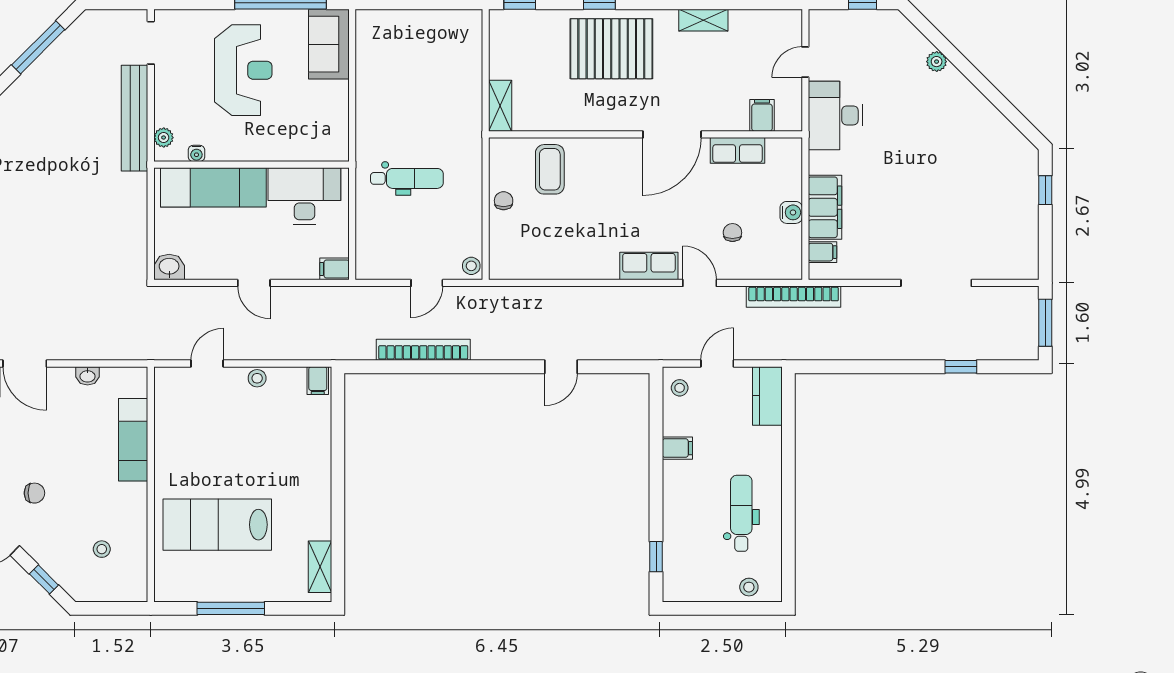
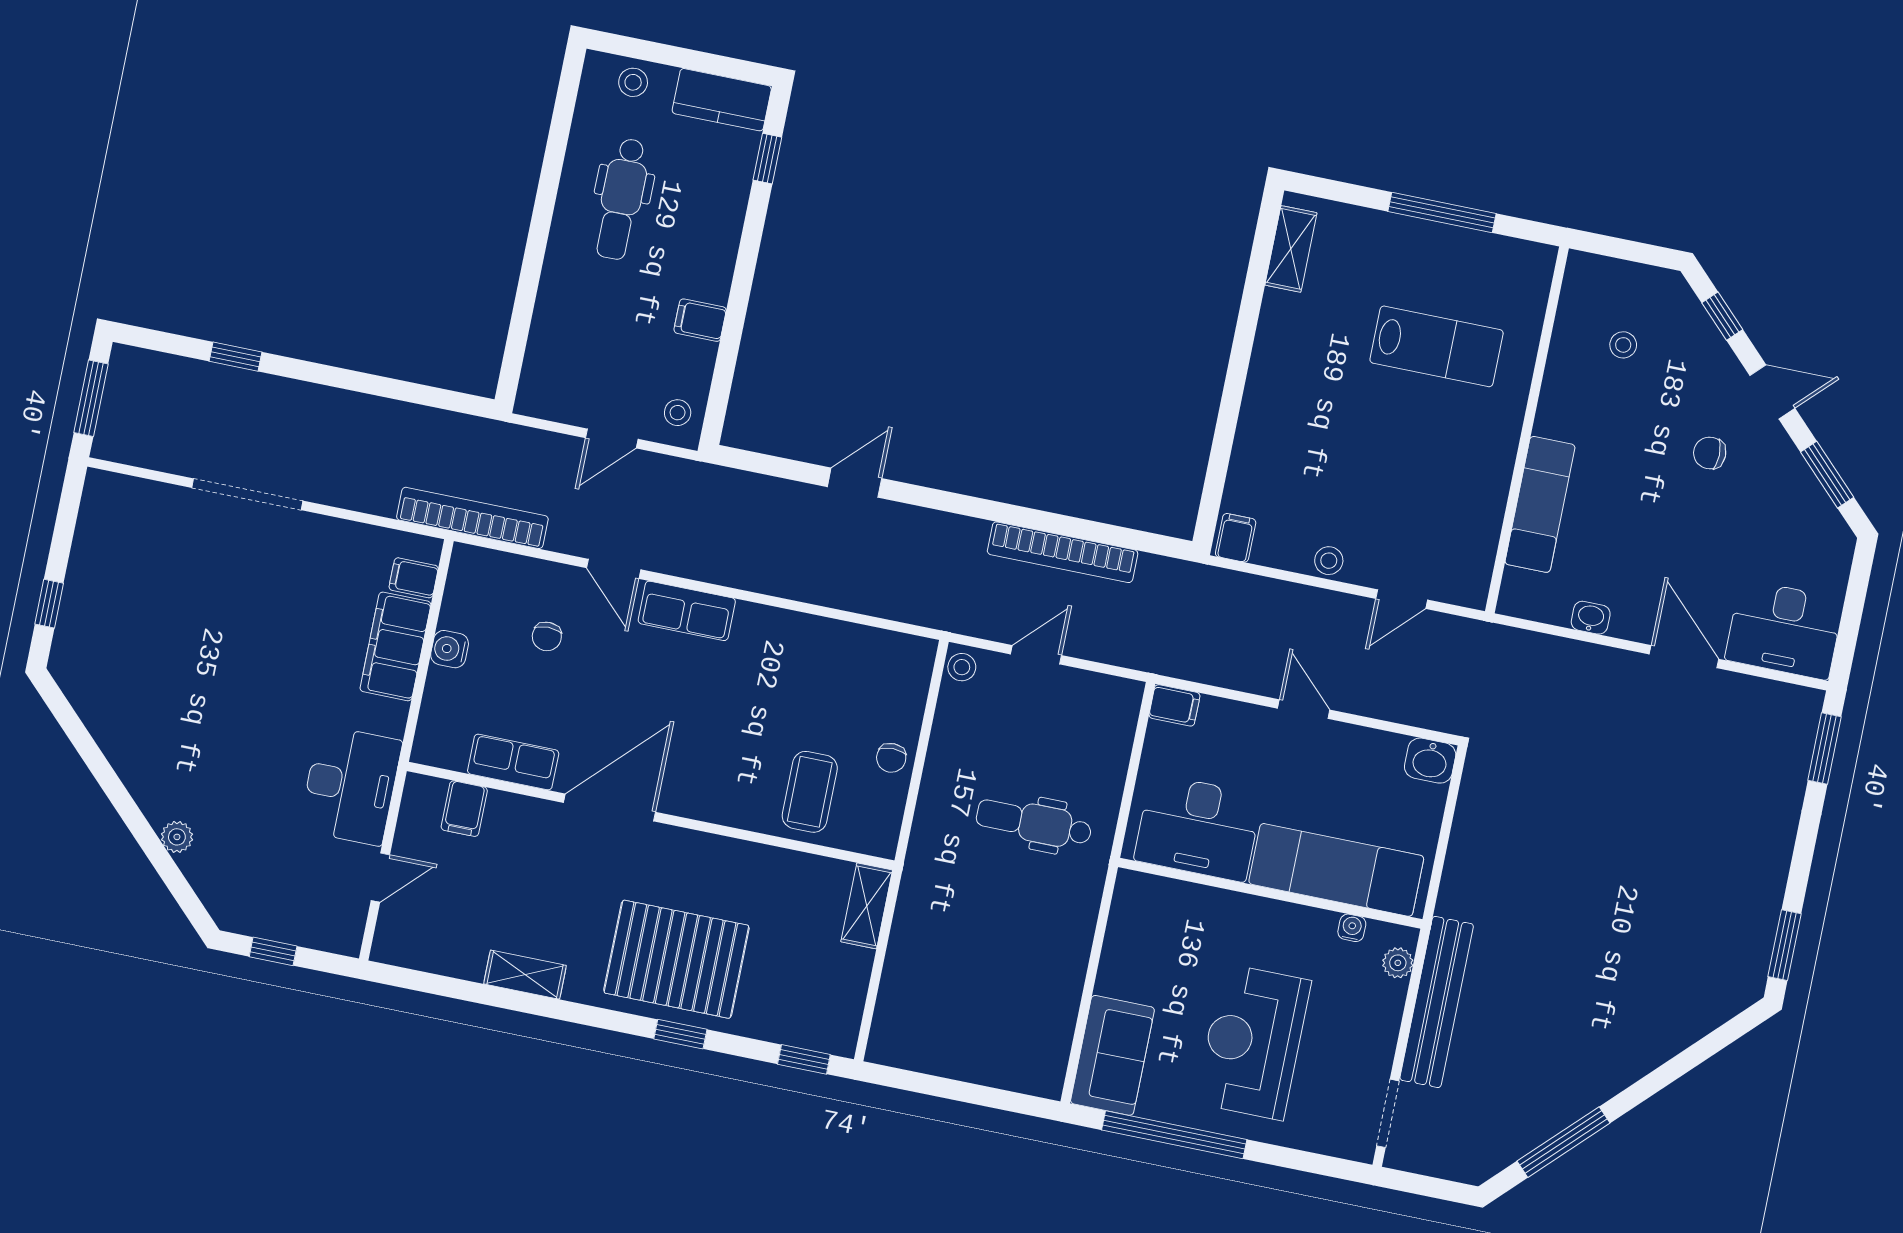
kitchen counter: (767, 396) -> (722, 100), moved, turned 90
lab bench: (217, 525) -> (1437, 346), width x0.73, depth x0.72

